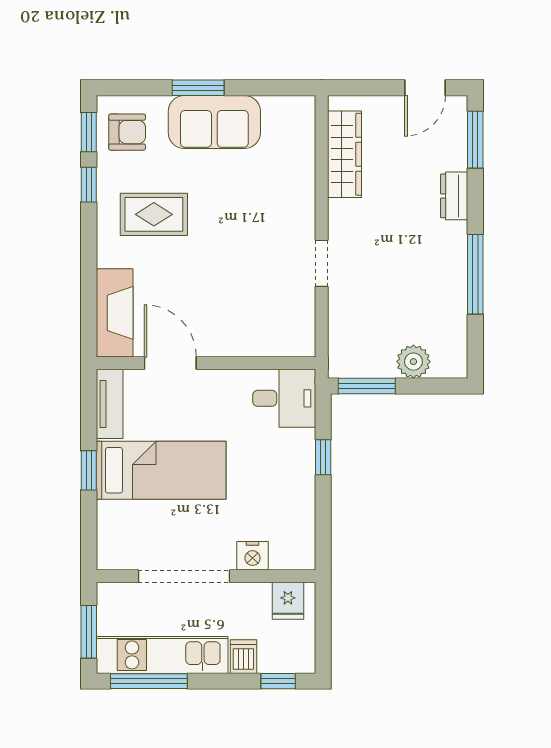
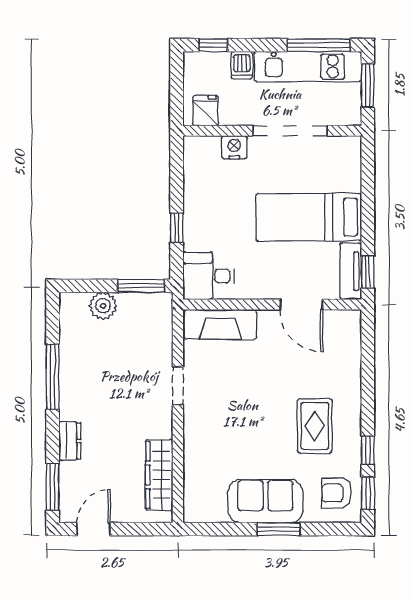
rug: (154, 214) -> (315, 426), turned 90
fireplace: (115, 313) -> (220, 324), moved, turned -90
window: (89, 470) -> (368, 272), moved

